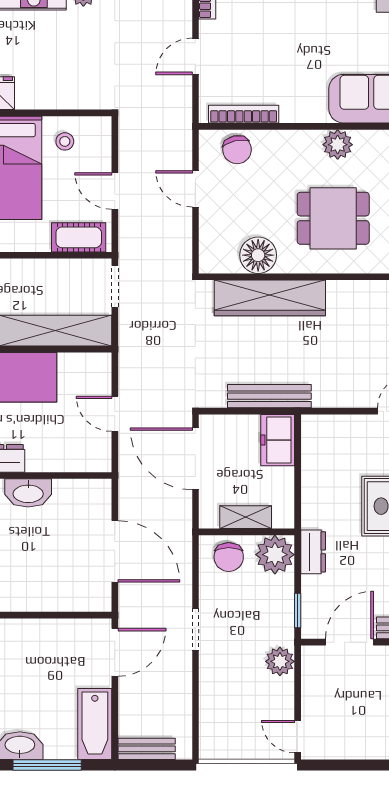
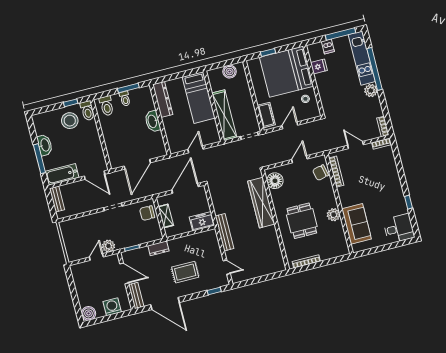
floor lamp: (258, 255) -> (275, 181), moved
bench: (269, 396) -> (225, 232), moved
plant: (275, 555) -> (153, 232), removed
door: (298, 737) -> (96, 257), moved

